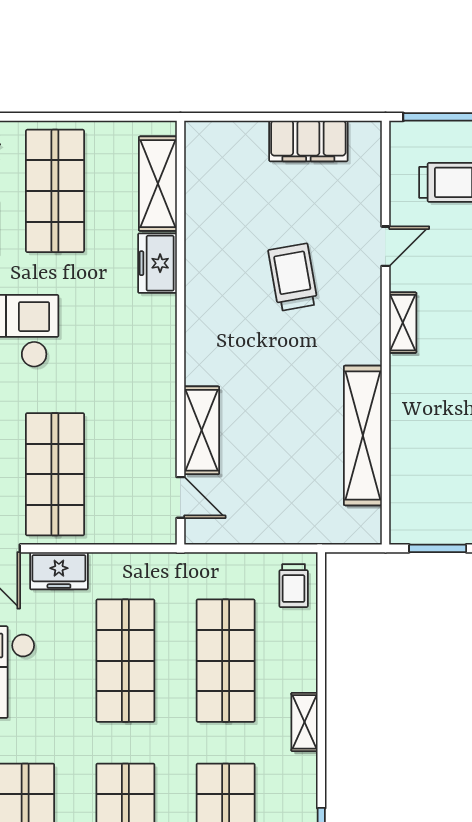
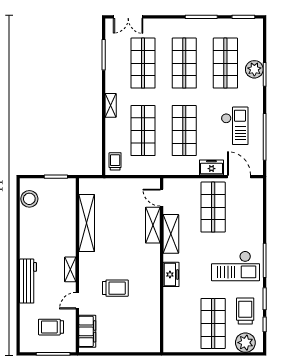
filing cabinet: (308, 141) -> (87, 331), moved, turned 90
shelving: (158, 184) -> (171, 234), moved
freezer: (157, 263) -> (171, 274), moved
trolley: (293, 277) -> (115, 288), turned -80

